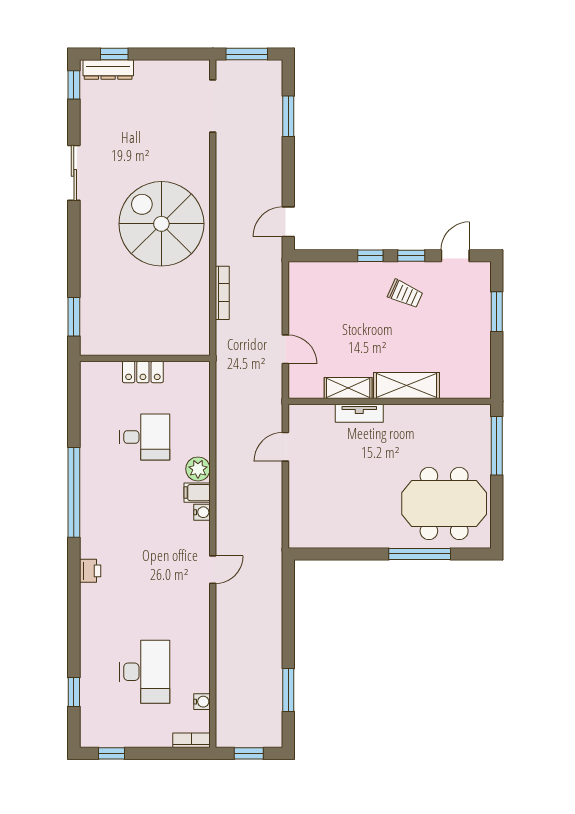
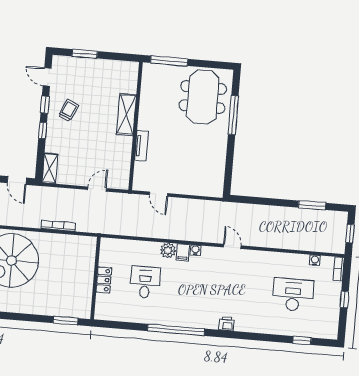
shelving: (348, 388) -> (50, 168), moved
window: (112, 753) -> (344, 299), moved

